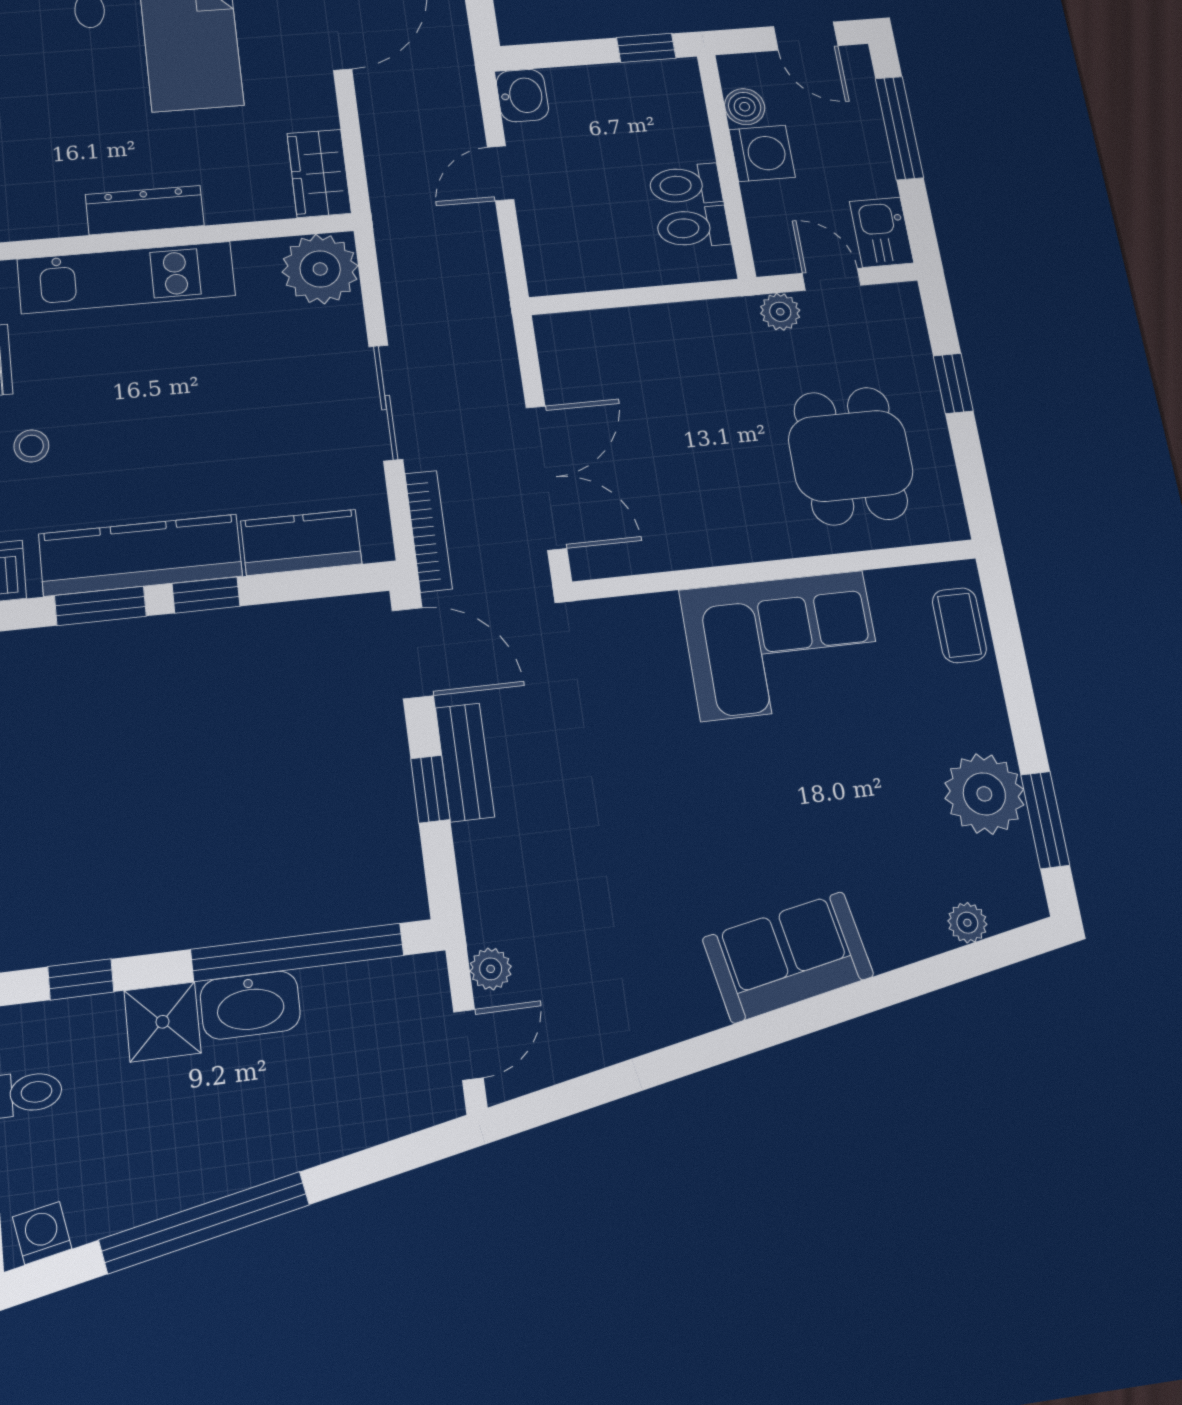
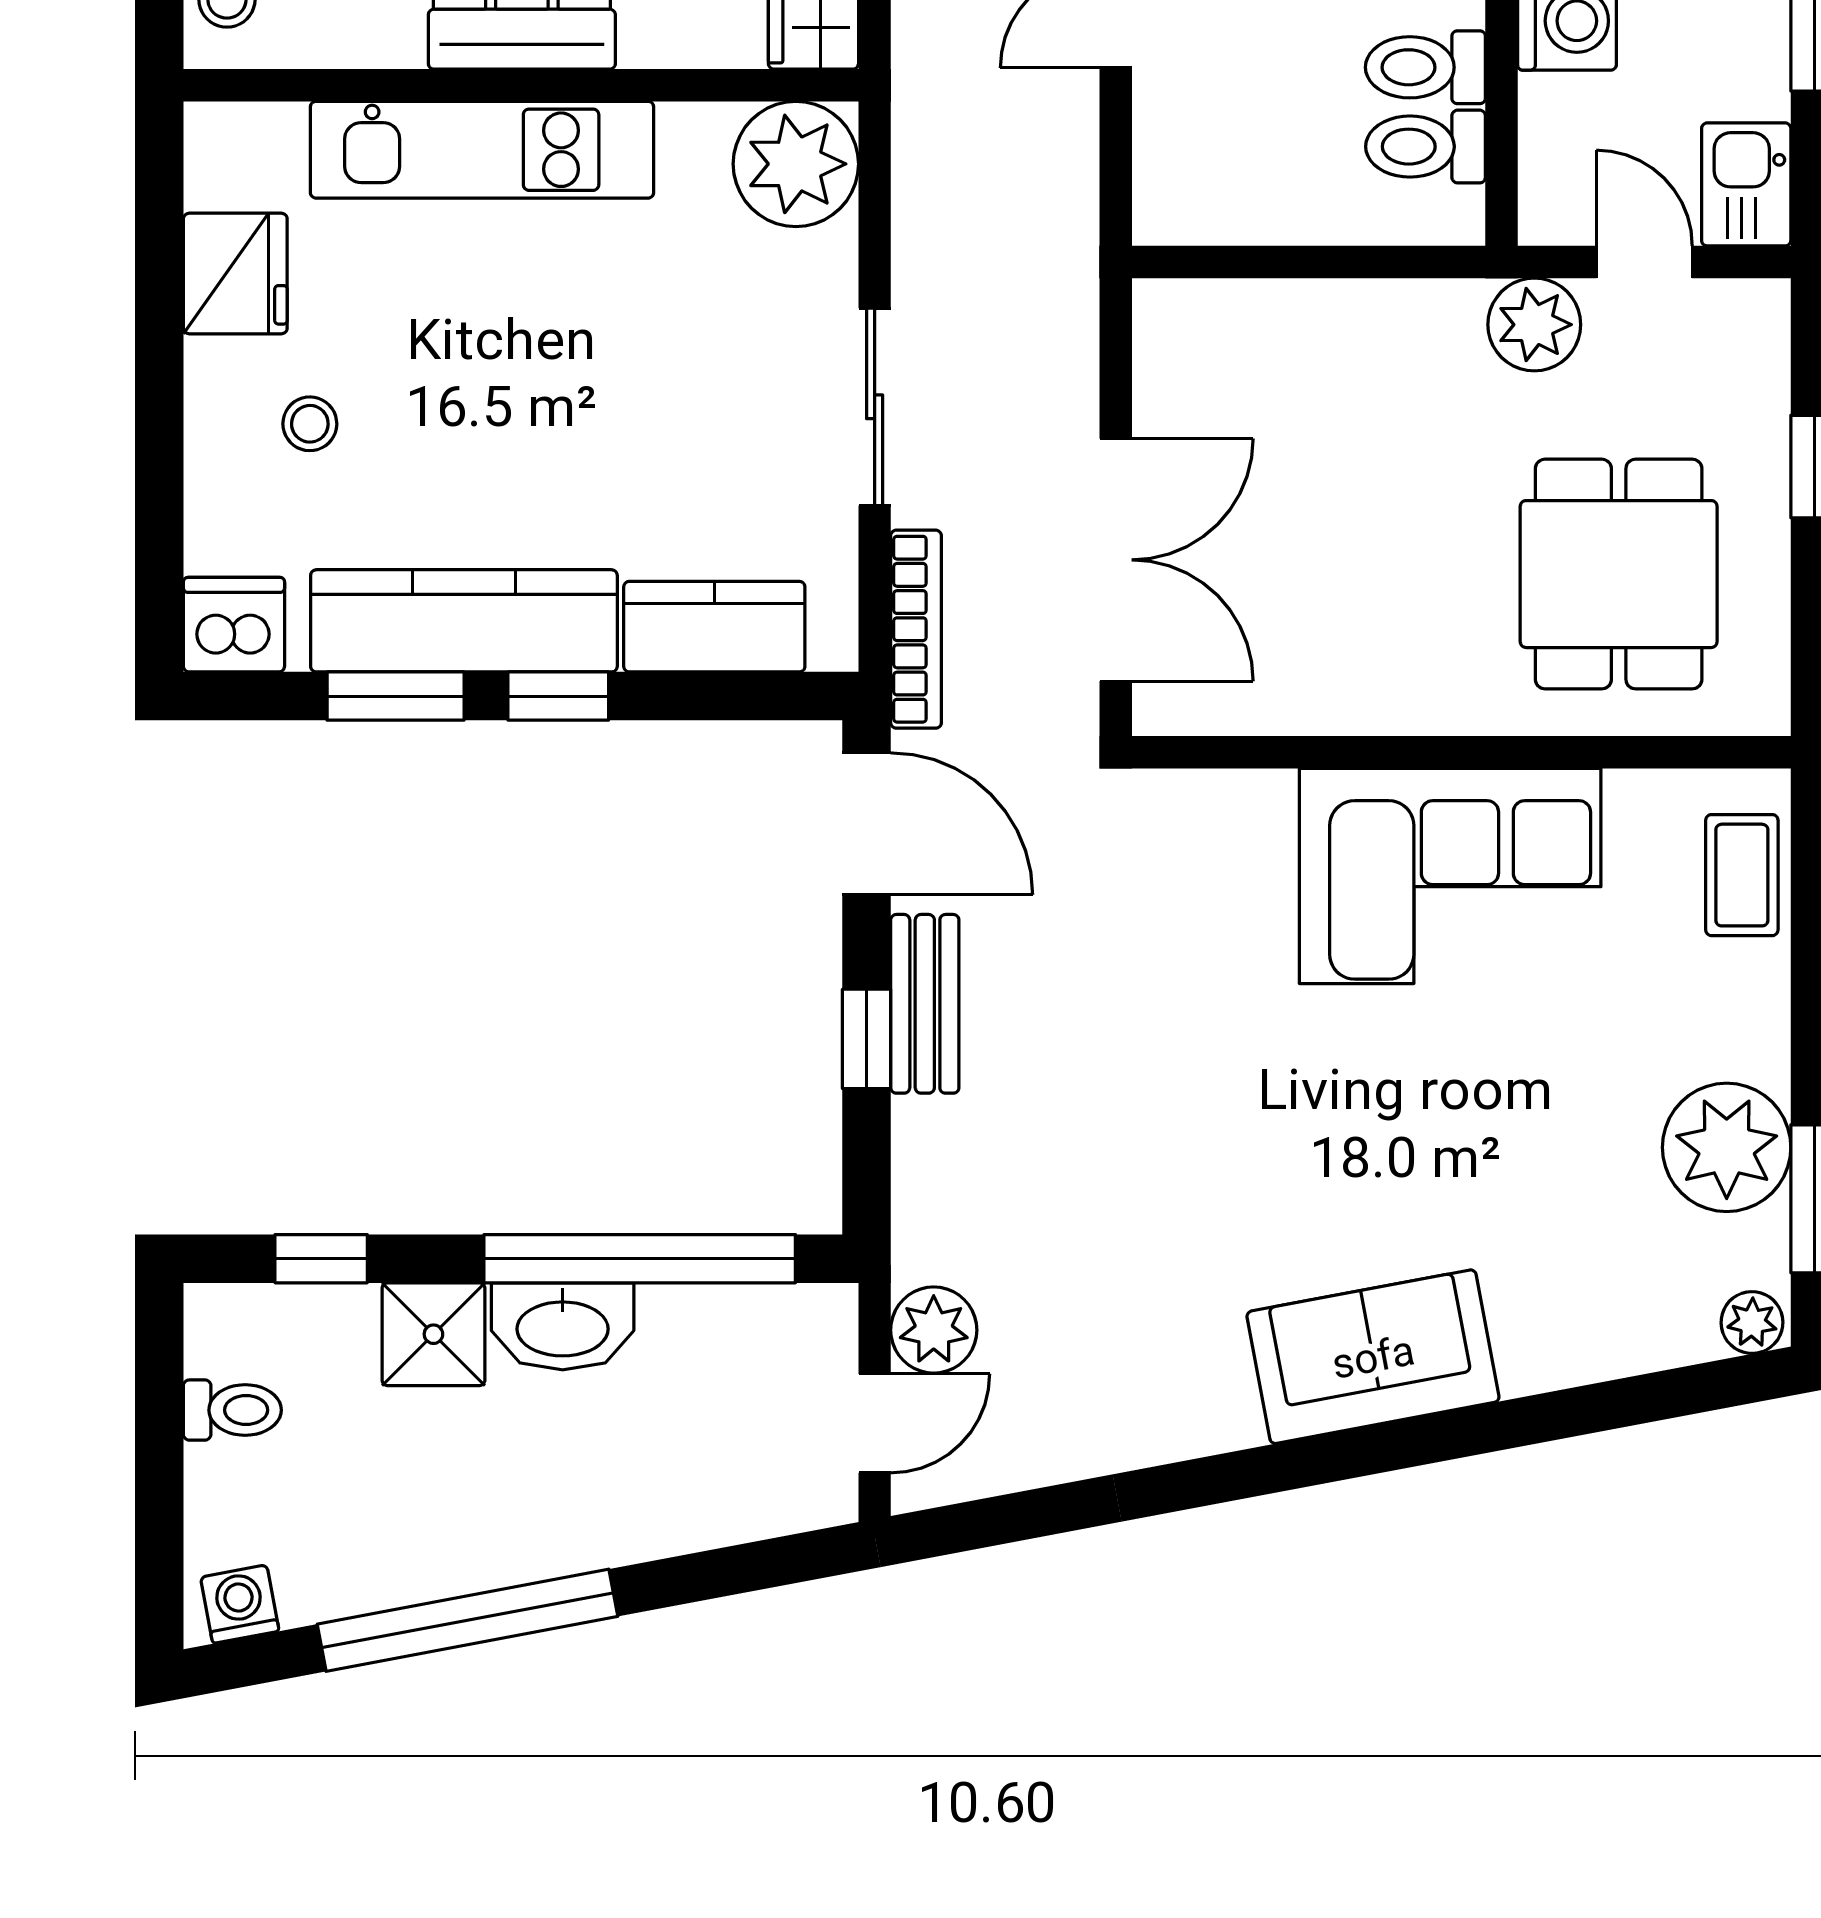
plant: (780, 312) -> (1534, 325), width x1.38, depth x1.38
plant: (967, 923) -> (1752, 1322), moved
plant: (491, 969) -> (934, 1330), width x1.38, depth x1.38

